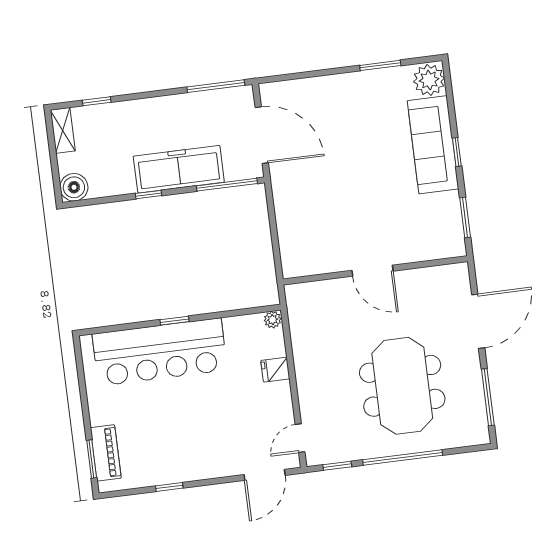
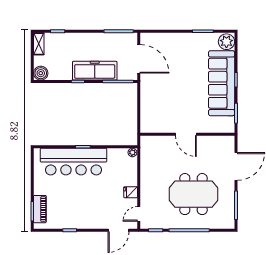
sofa: (433, 145) -> (222, 83), width x1.36, depth x1.27
fridge: (275, 370) -> (131, 192), moved
meeting table: (402, 386) -> (194, 194), turned 90

